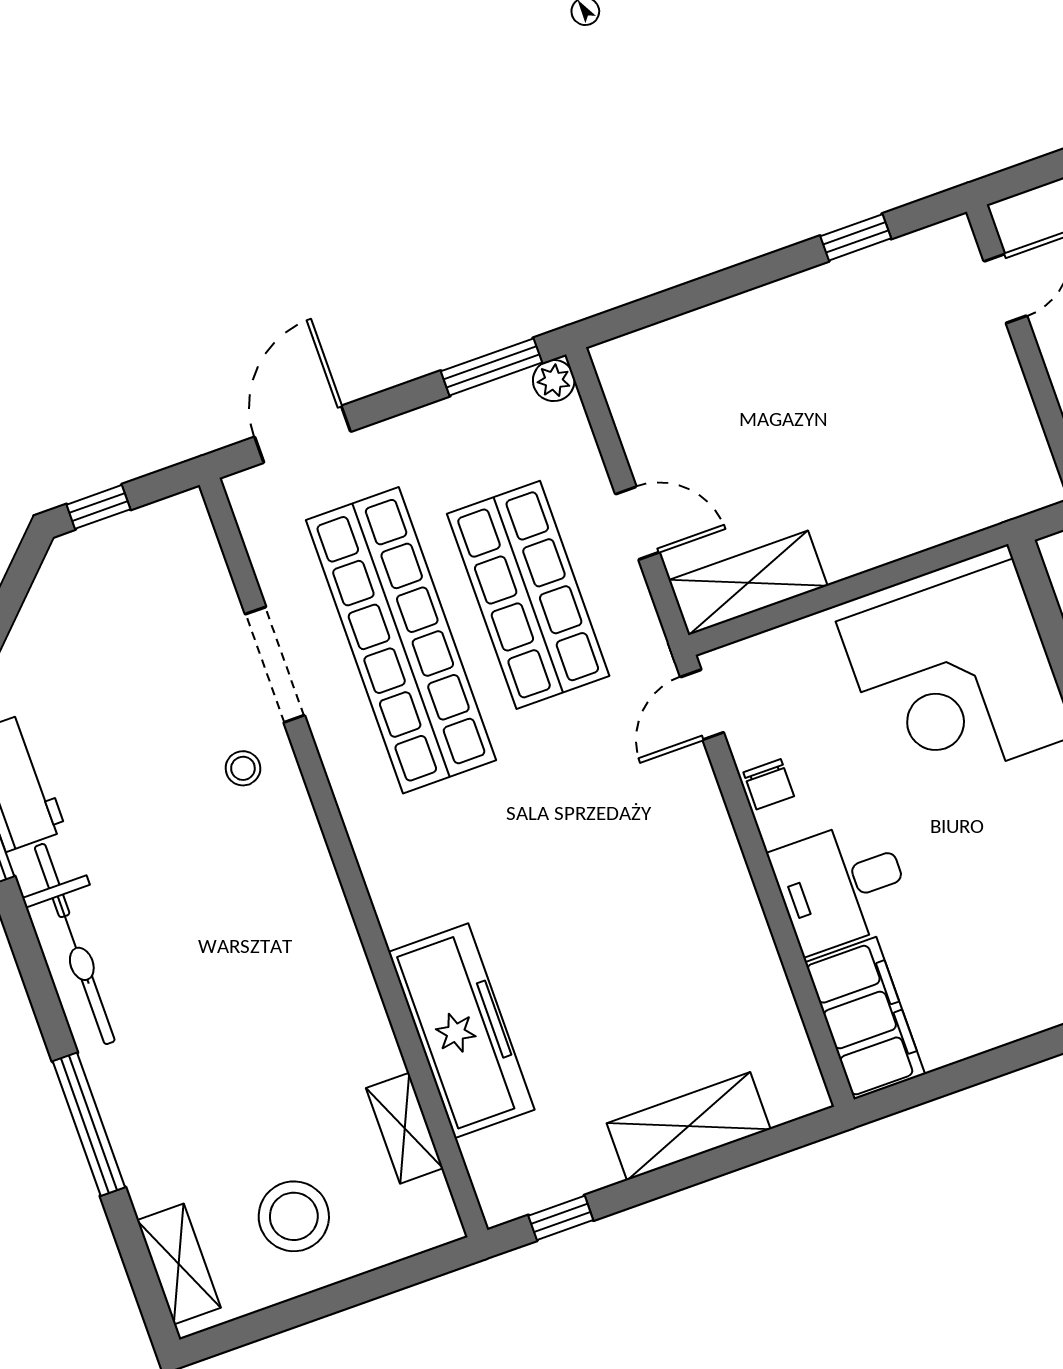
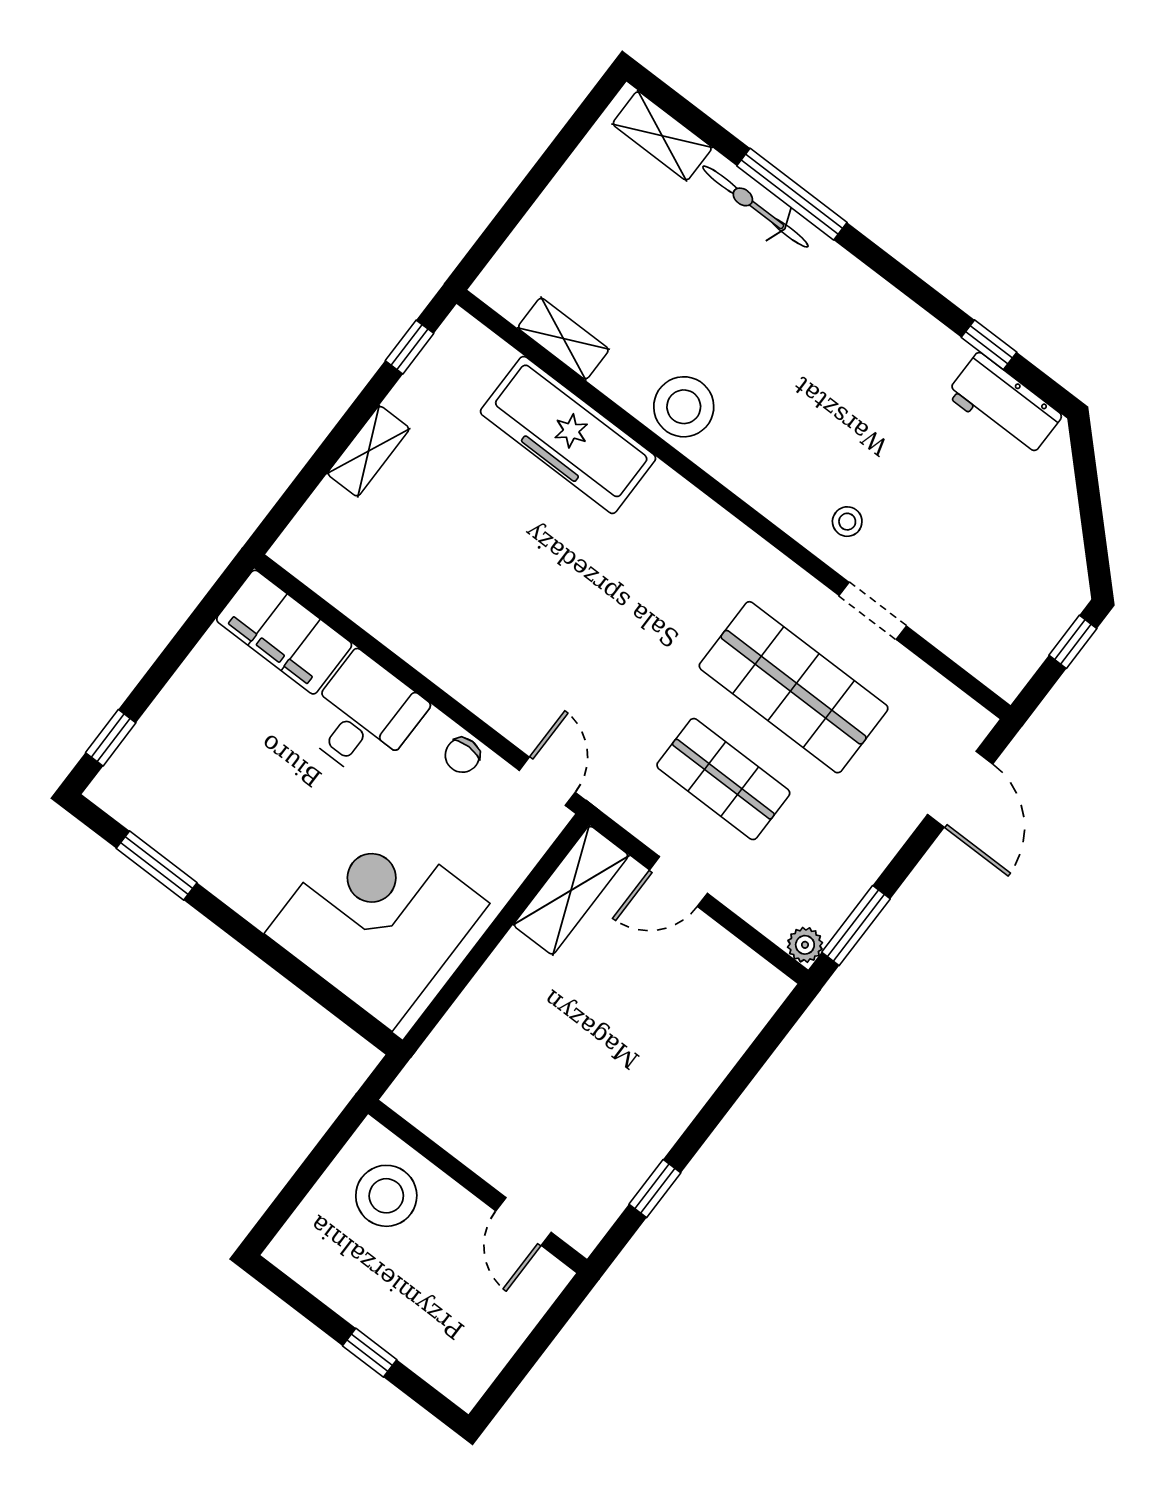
shop shelf: (528, 595) -> (723, 779), width x0.70, depth x0.74
shop shelf: (401, 640) -> (794, 687), width x0.71
doorway: (275, 665) -> (873, 611), width x0.73
chair: (769, 784) -> (462, 755), turned -90
bicycle: (75, 944) -> (755, 207), moved, width x0.73, depth x0.71
shelving: (689, 1126) -> (368, 451), width x0.67, depth x0.75
stool: (294, 1216) -> (684, 407), moved

